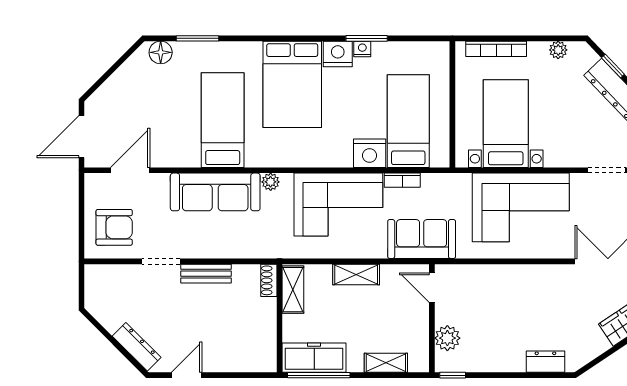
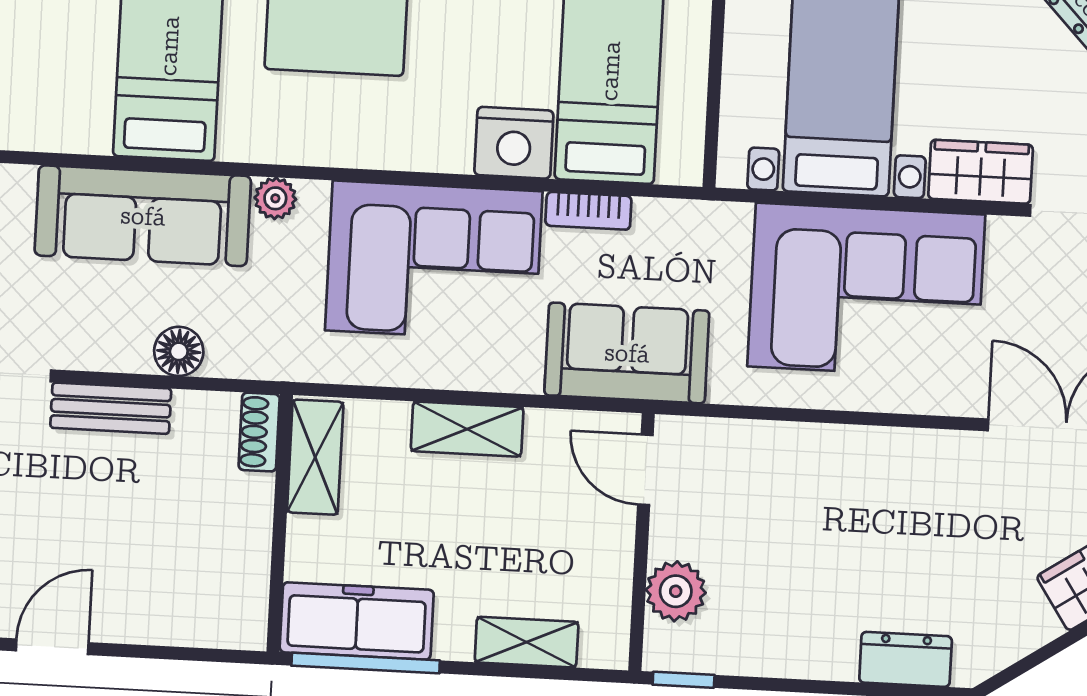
wardrobe: (566, 155) -> (981, 172), added
floor lamp: (233, 248) -> (179, 351), added

